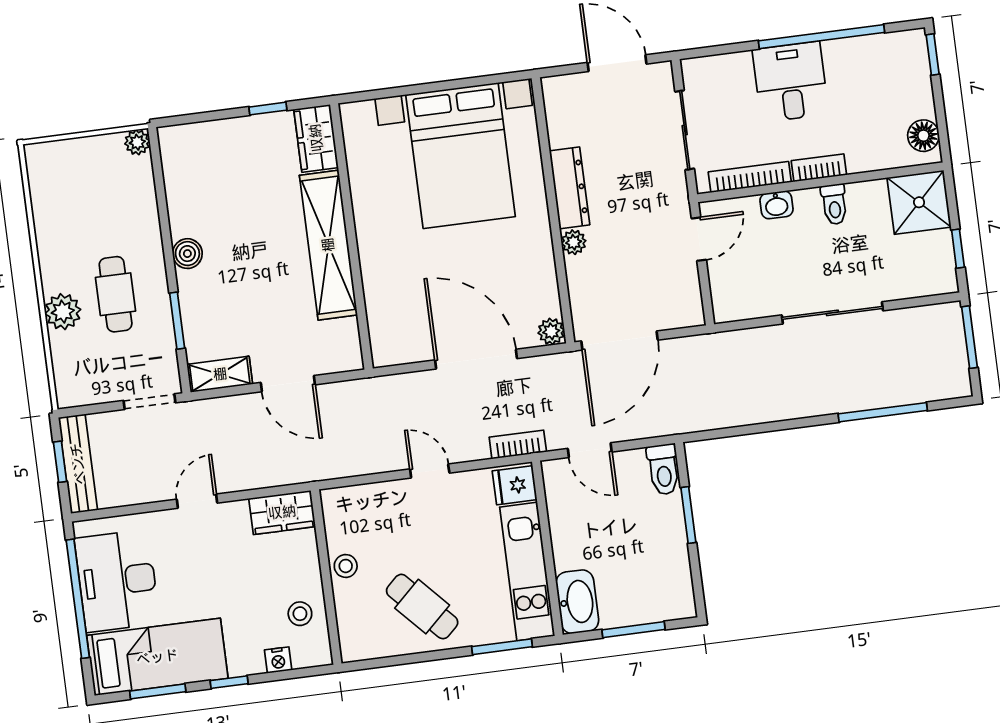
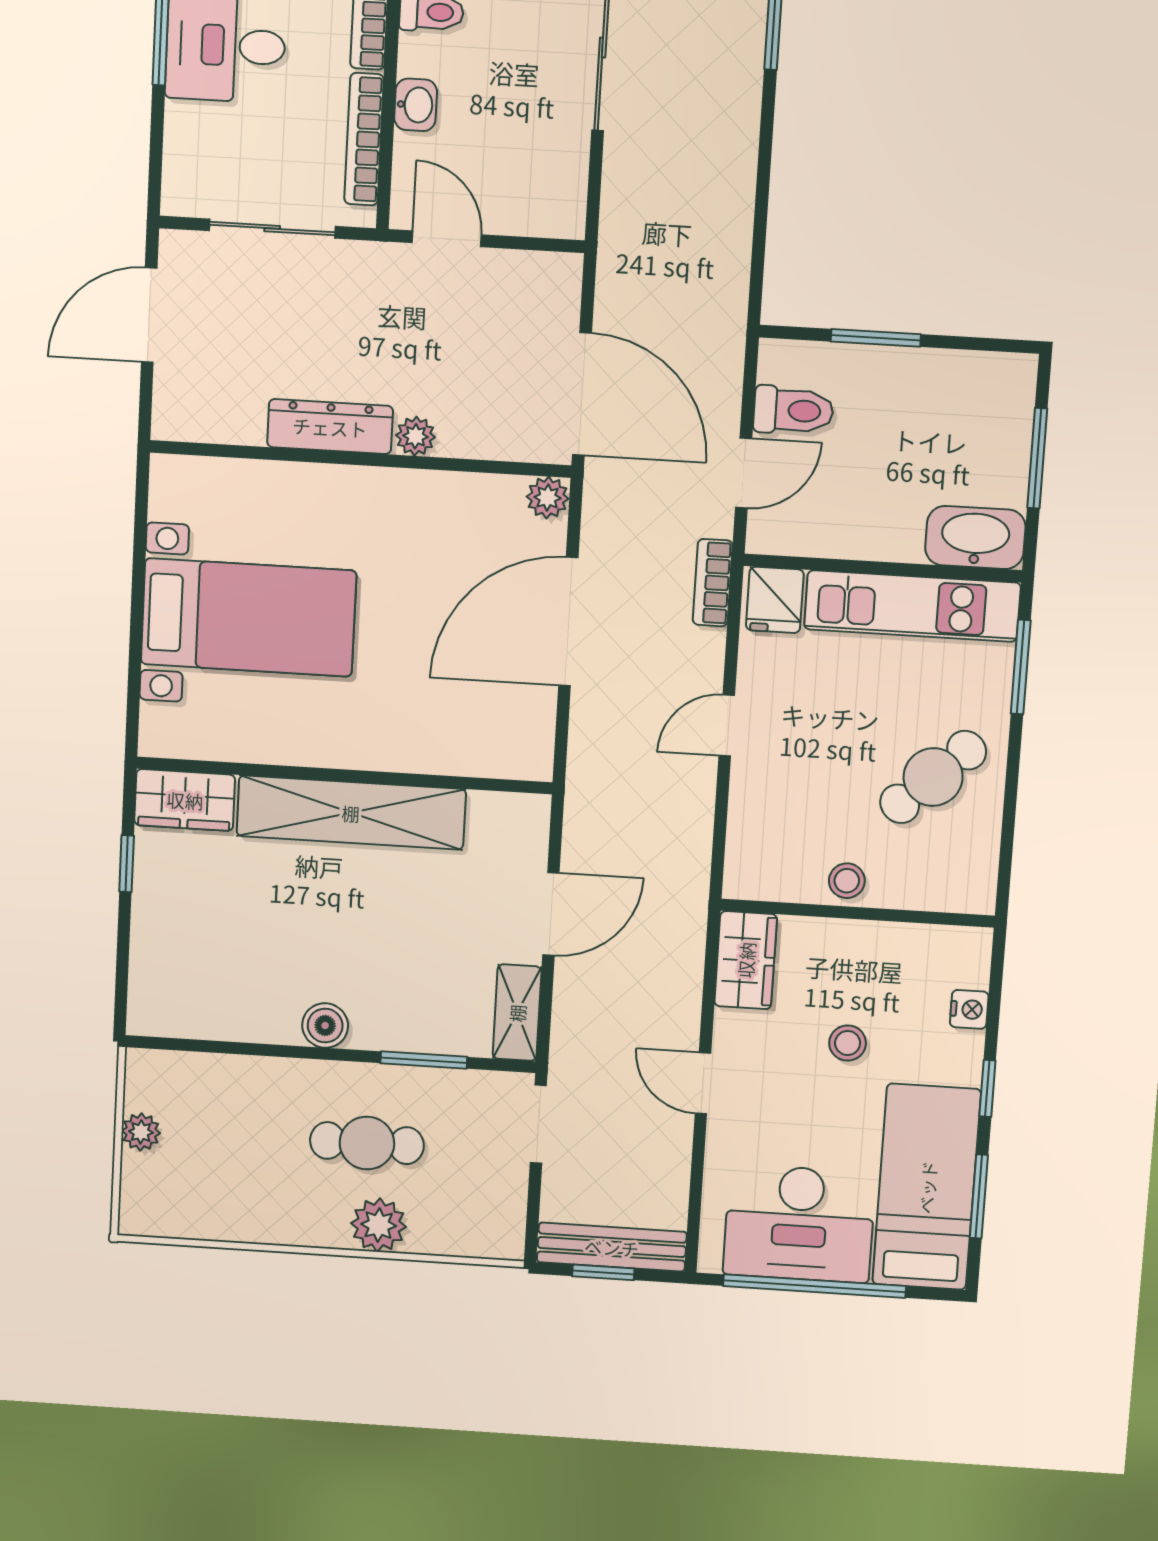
plant: (137, 142) -> (141, 1132), moved
bed with nightstands: (461, 156) -> (248, 617), width x0.73
toilet: (663, 469) -> (793, 410), moved
stool: (300, 614) -> (848, 1043), moved

